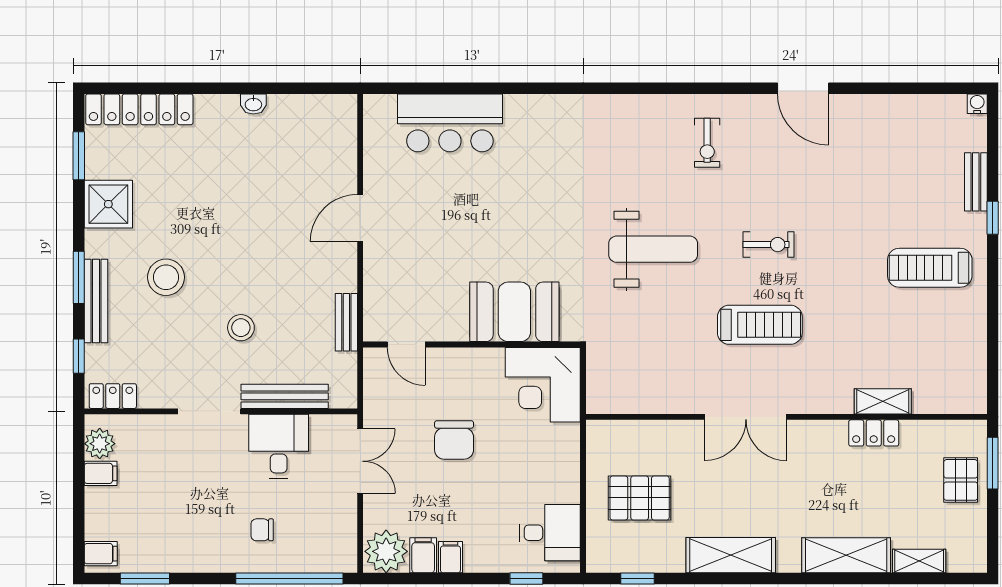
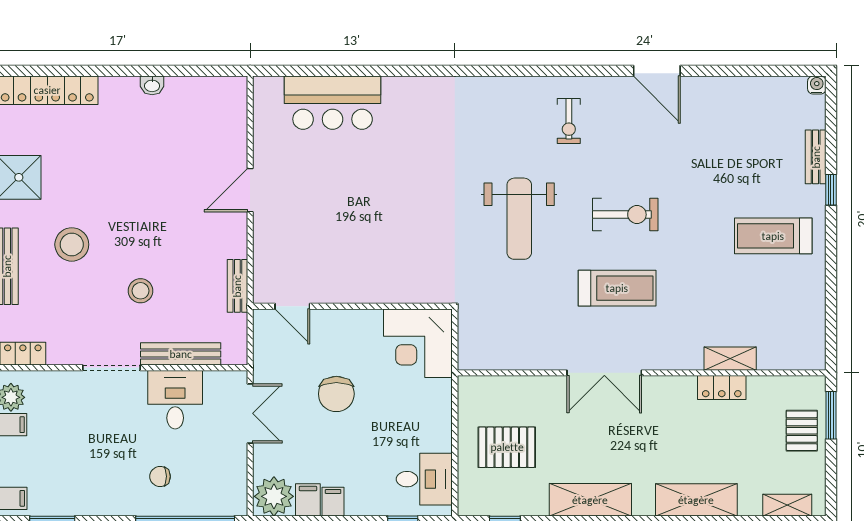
exercise bike: (769, 245) -> (625, 215), width x1.38, depth x1.39
weight bench: (653, 249) -> (519, 219), turned 90
booth: (514, 312) -> (392, 276), removed
shelving: (919, 561) -> (787, 505), moved

